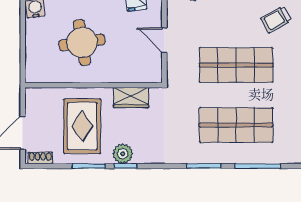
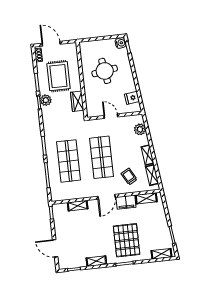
door: (164, 40) -> (111, 116), hinge flipped
rug: (82, 126) -> (58, 76), turned 90

